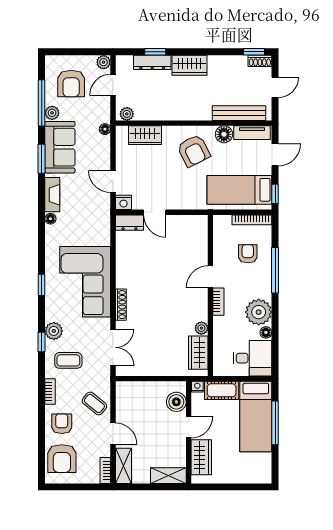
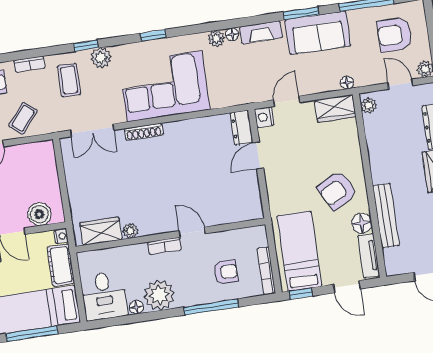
plant: (52, 113) -> (216, 39), moved
bench: (239, 113) -> (386, 216), moved
wardrobe: (145, 135) -> (335, 108), moved, turned -90

